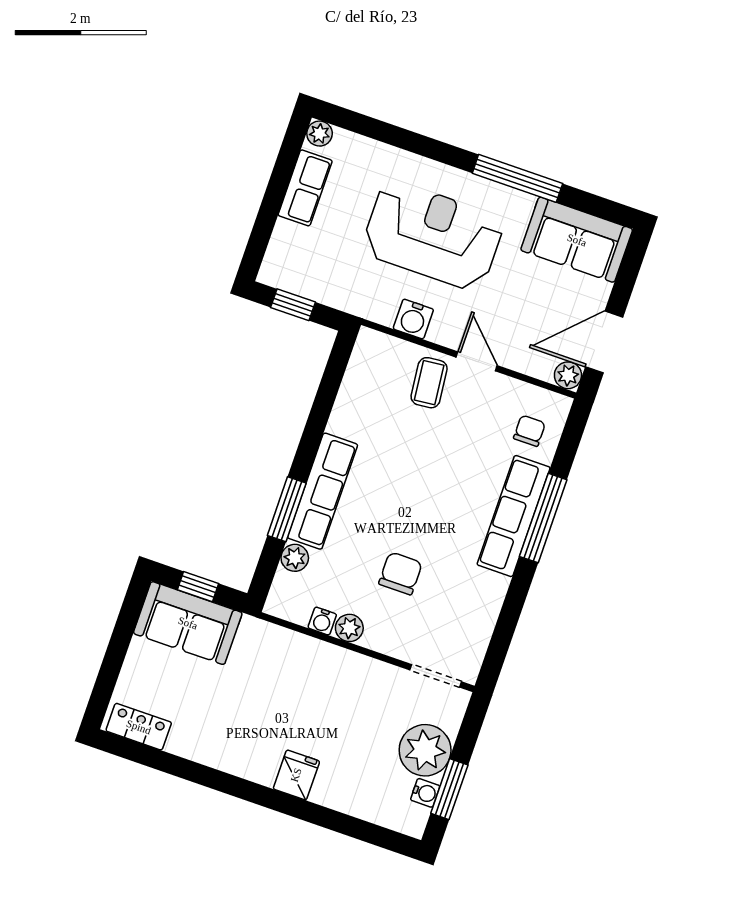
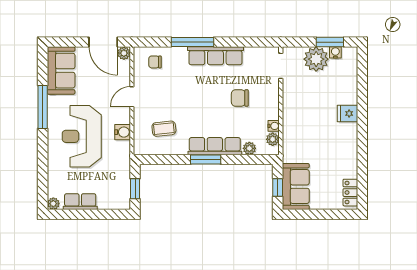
coffee table: (429, 383) -> (164, 129), moved
window: (287, 509) -> (206, 160), moved
row of seats: (514, 516) -> (215, 56), moved
plant: (349, 628) -> (273, 139), moved

